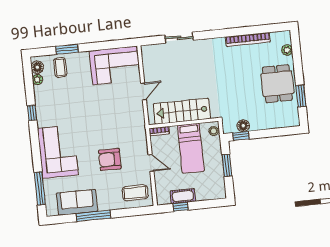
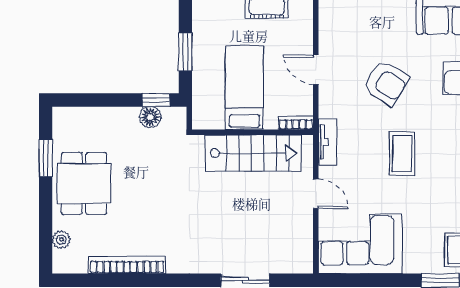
door: (144, 91) -> (316, 194), swing flipped
tv unit: (140, 122) -> (328, 142), added
stool: (214, 131) -> (202, 113), removed
armchair: (110, 159) -> (386, 83), turned 32
coffee table: (135, 193) -> (402, 154), moved, turned 90

